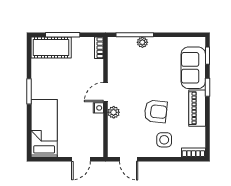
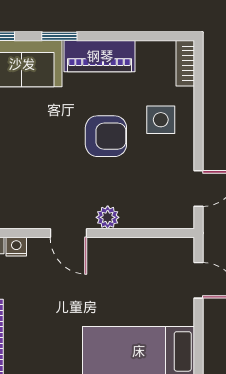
nightstand: (98, 108) -> (16, 247), moved
armchair: (156, 111) -> (106, 136), turned 84

